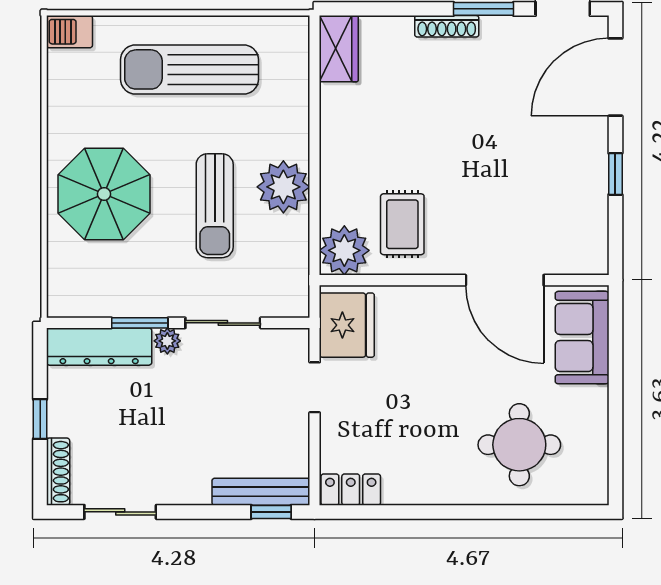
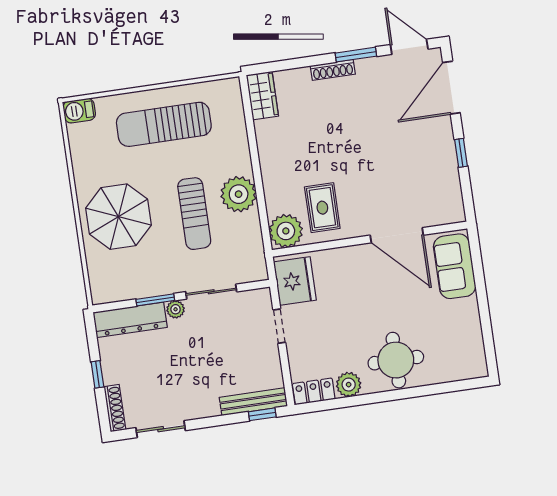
round table: (519, 445) -> (396, 360), moved
plant: (403, 487) -> (349, 385), added

